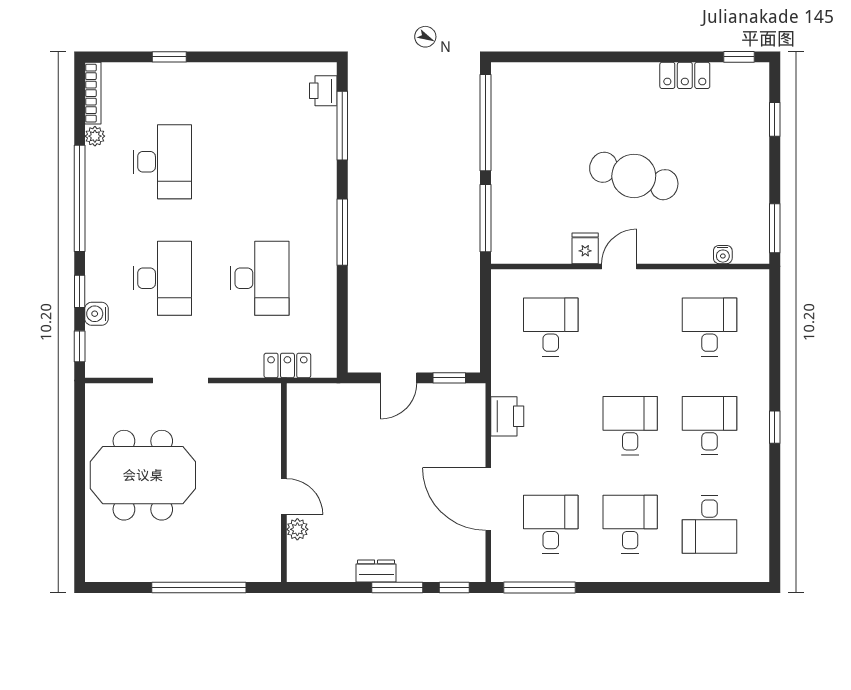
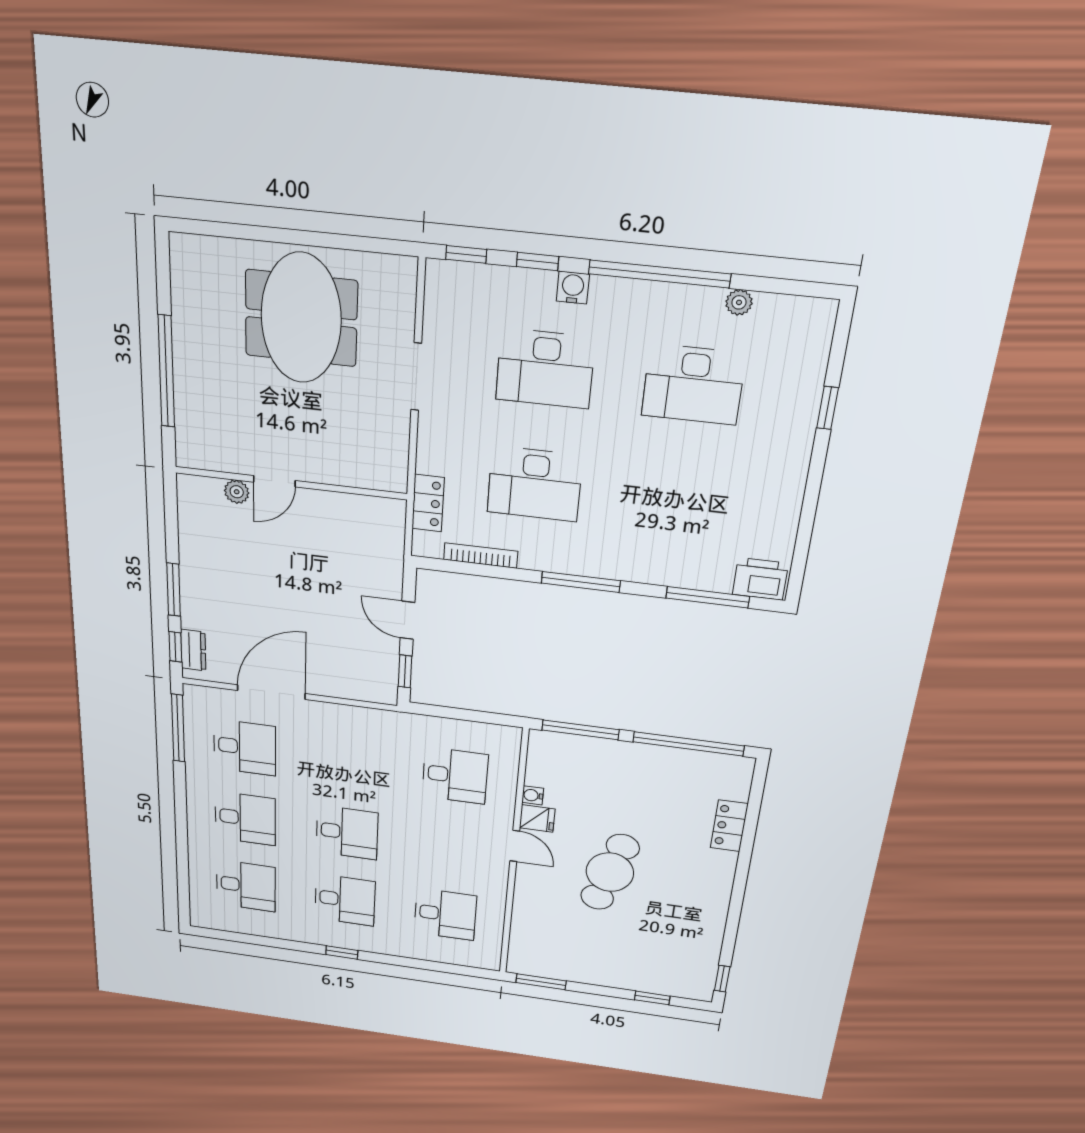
locker: (685, 75) -> (729, 826), moved
printer: (323, 91) -> (760, 579), width x1.36, depth x1.24
bookcase: (93, 93) -> (481, 555), moved, turned 180
water cooler: (723, 255) -> (533, 795), moved
water cooler: (97, 314) -> (573, 288), moved
printer: (507, 416) -> (360, 722), removed
desk: (710, 524) -> (246, 886), turned 180
dresser: (376, 571) -> (193, 650), moved

